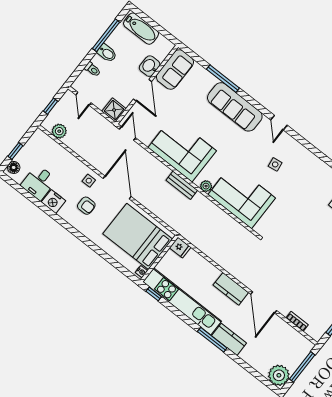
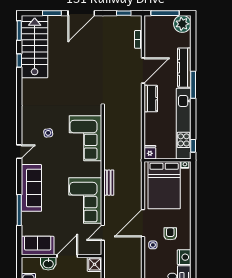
door: (128, 133) -> (103, 233), moved
plant: (206, 186) -> (97, 167), removed
kitchen counter: (229, 339) -> (184, 68), width x1.50

